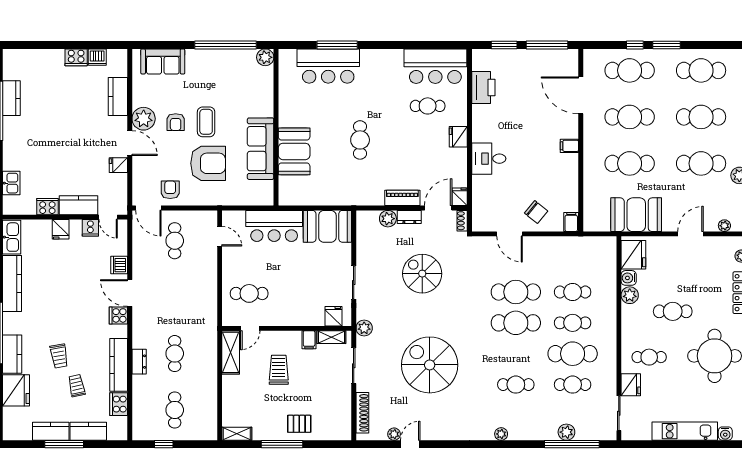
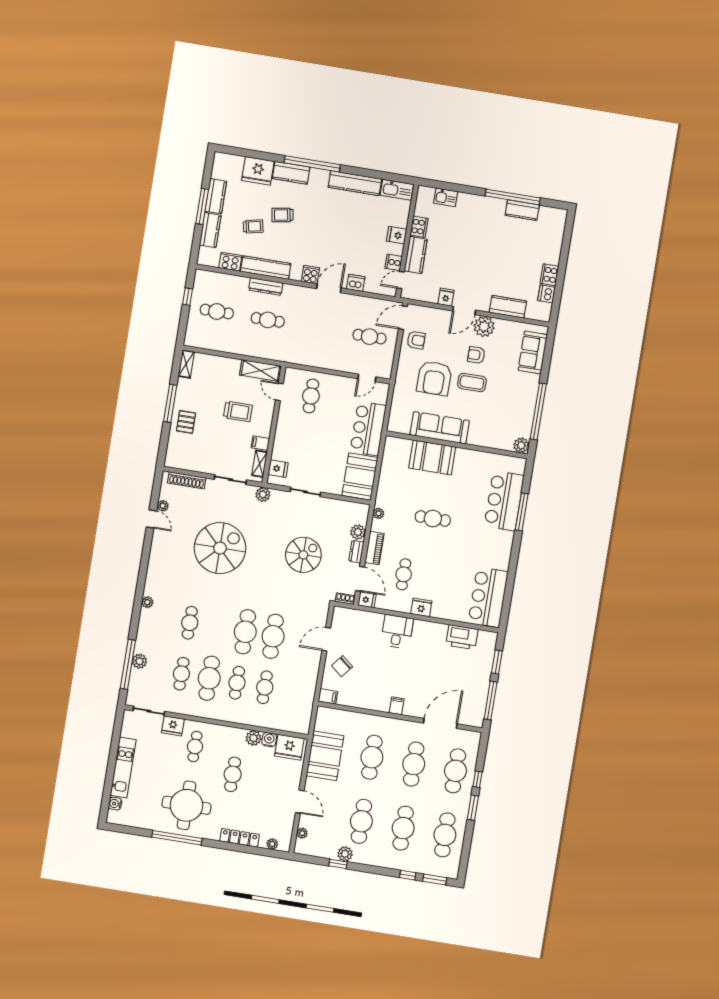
cafe table: (428, 106) -> (404, 574), moved
plant: (364, 200) -> (378, 513), added
dresser: (139, 362) -> (266, 287), width x1.44

